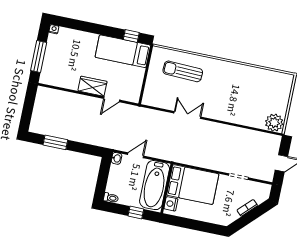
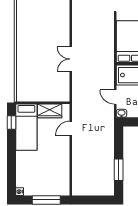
sun lounger: (183, 71) -> (33, 71), removed
wardrobe: (92, 86) -> (50, 111), moved, turned -90
door: (112, 99) -> (71, 128), swing flipped

